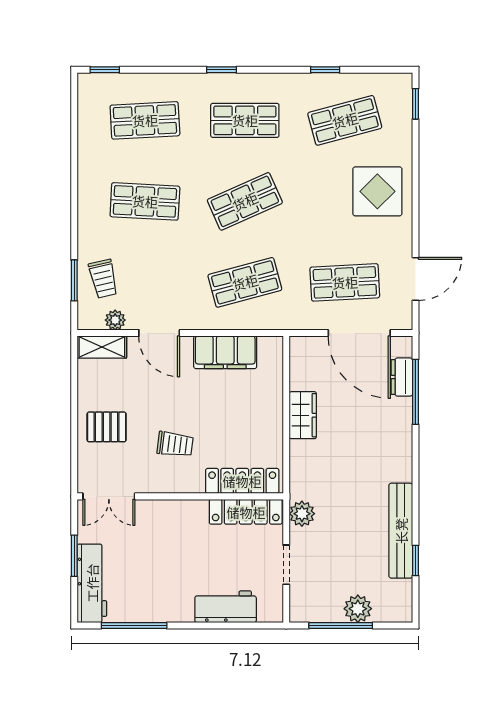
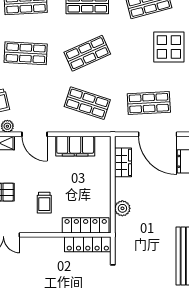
shop shelf: (245, 282) -> (87, 103), turned 33
wardrobe: (303, 415) -> (123, 162), moved
trolley: (175, 444) -> (44, 203), turned 83
plant: (302, 514) -> (122, 208), moved

